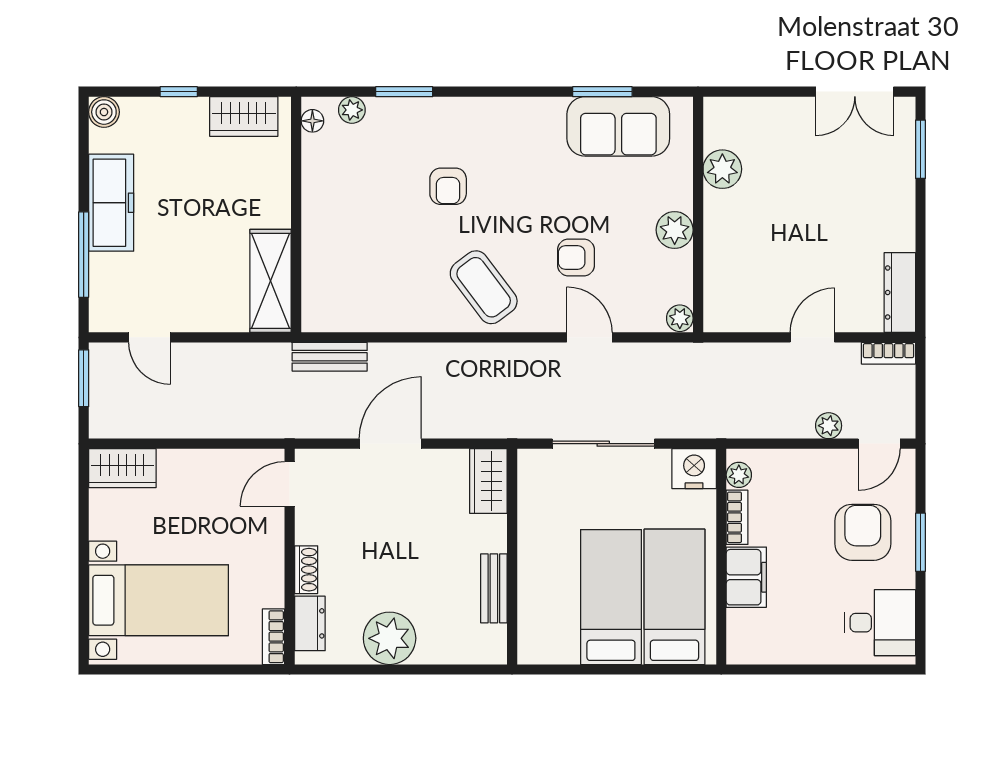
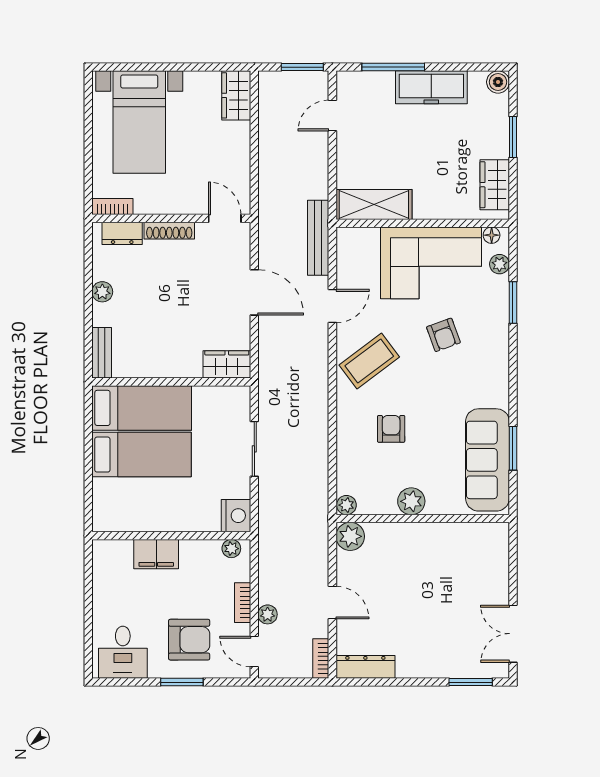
window: (179, 92) -> (513, 137), width x1.50
sofa: (618, 126) -> (487, 460), width x1.36
plant: (722, 169) -> (350, 536), moved
armchair: (448, 186) -> (443, 335), turned -110
corner sofa: (350, 203) -> (431, 263), added
door: (589, 337) -> (332, 306), moved
bench: (330, 357) -> (318, 238), width x1.36
sliding door: (603, 444) -> (254, 449), width x0.73
bookcase: (737, 517) -> (243, 603), moved, turned 90
shoe rack: (306, 570) -> (169, 231), width x1.43
bench: (494, 588) -> (102, 353), moved, turned 90
bed: (674, 597) -> (142, 408), moved
plant: (390, 638) -> (102, 292), width x0.53, depth x0.53

